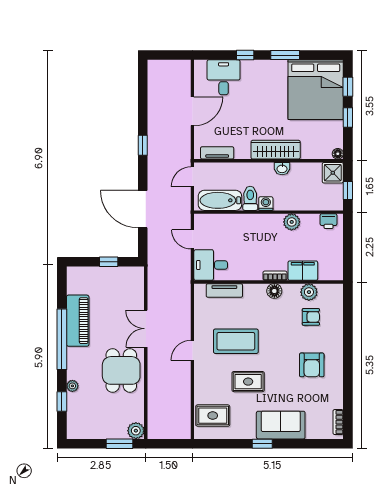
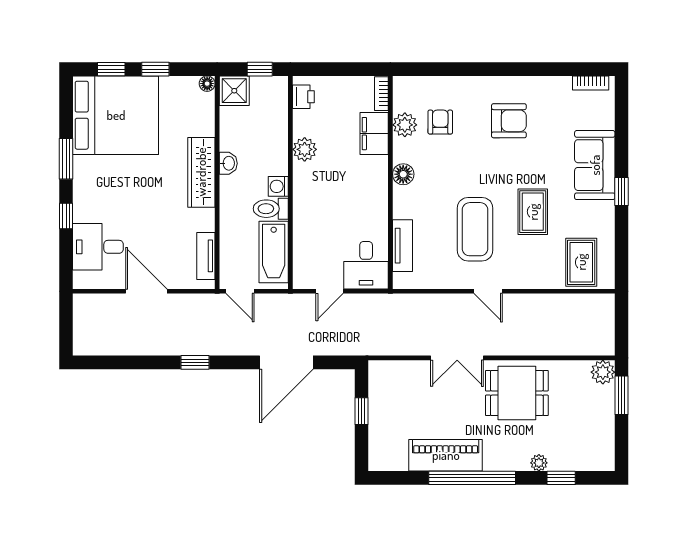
bookcase: (275, 276) -> (381, 94), moved

